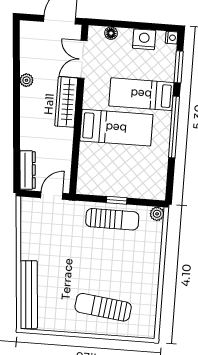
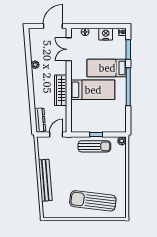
wardrobe: (66, 102) -> (61, 90), moved
bench: (29, 295) -> (45, 180), moved
sun lounger: (103, 307) -> (93, 201), width x1.36, depth x1.34

